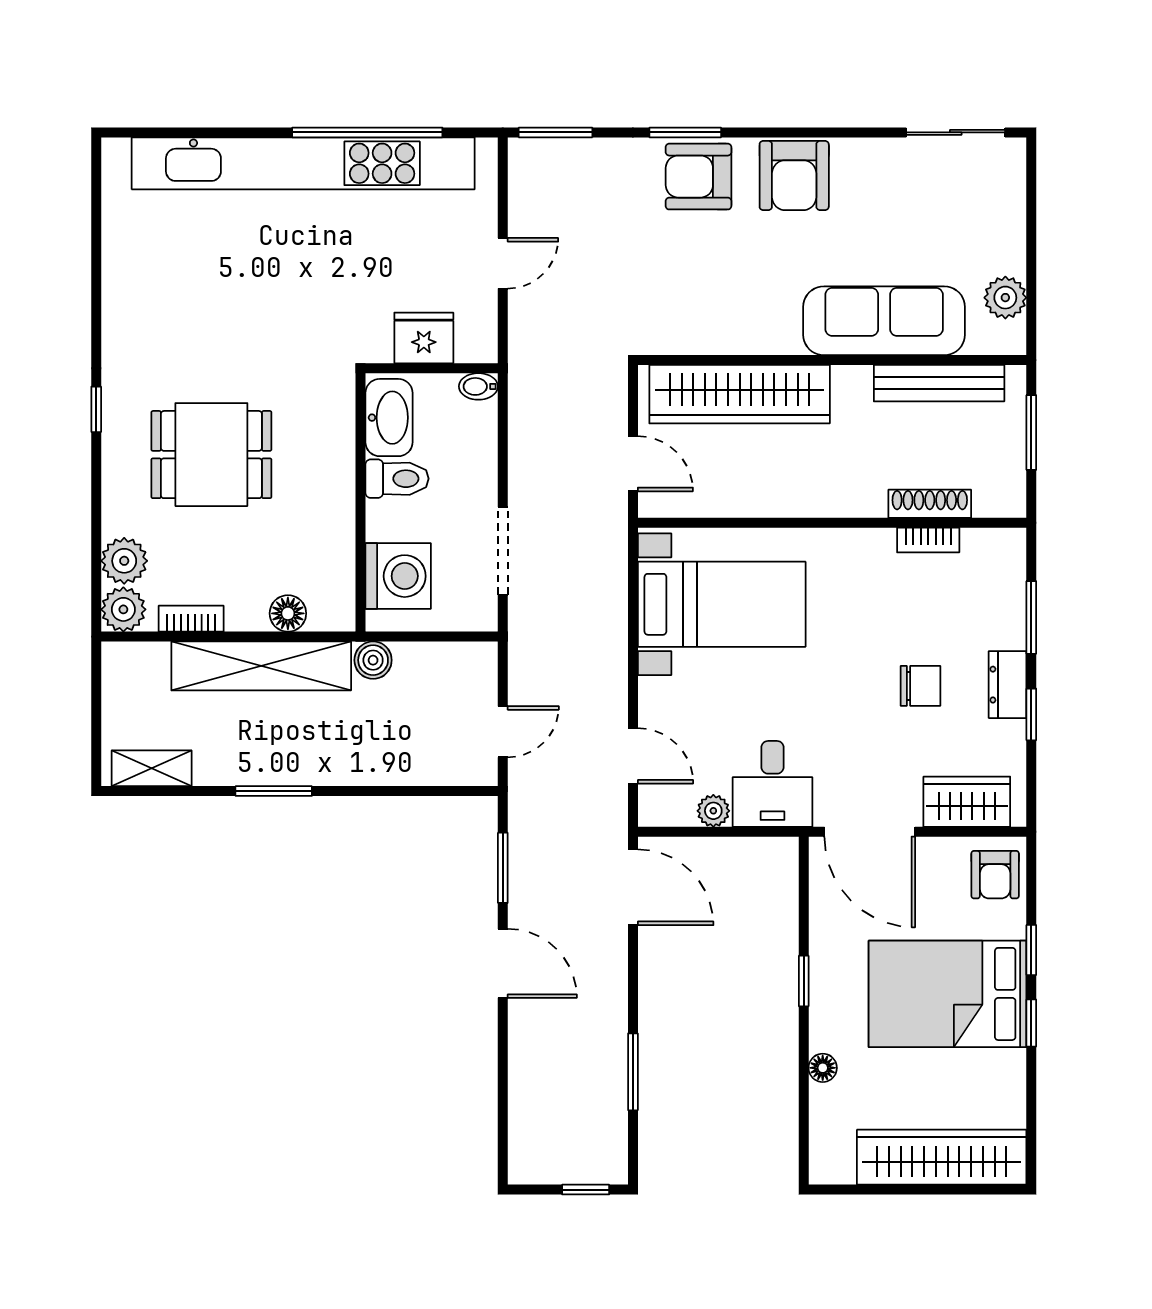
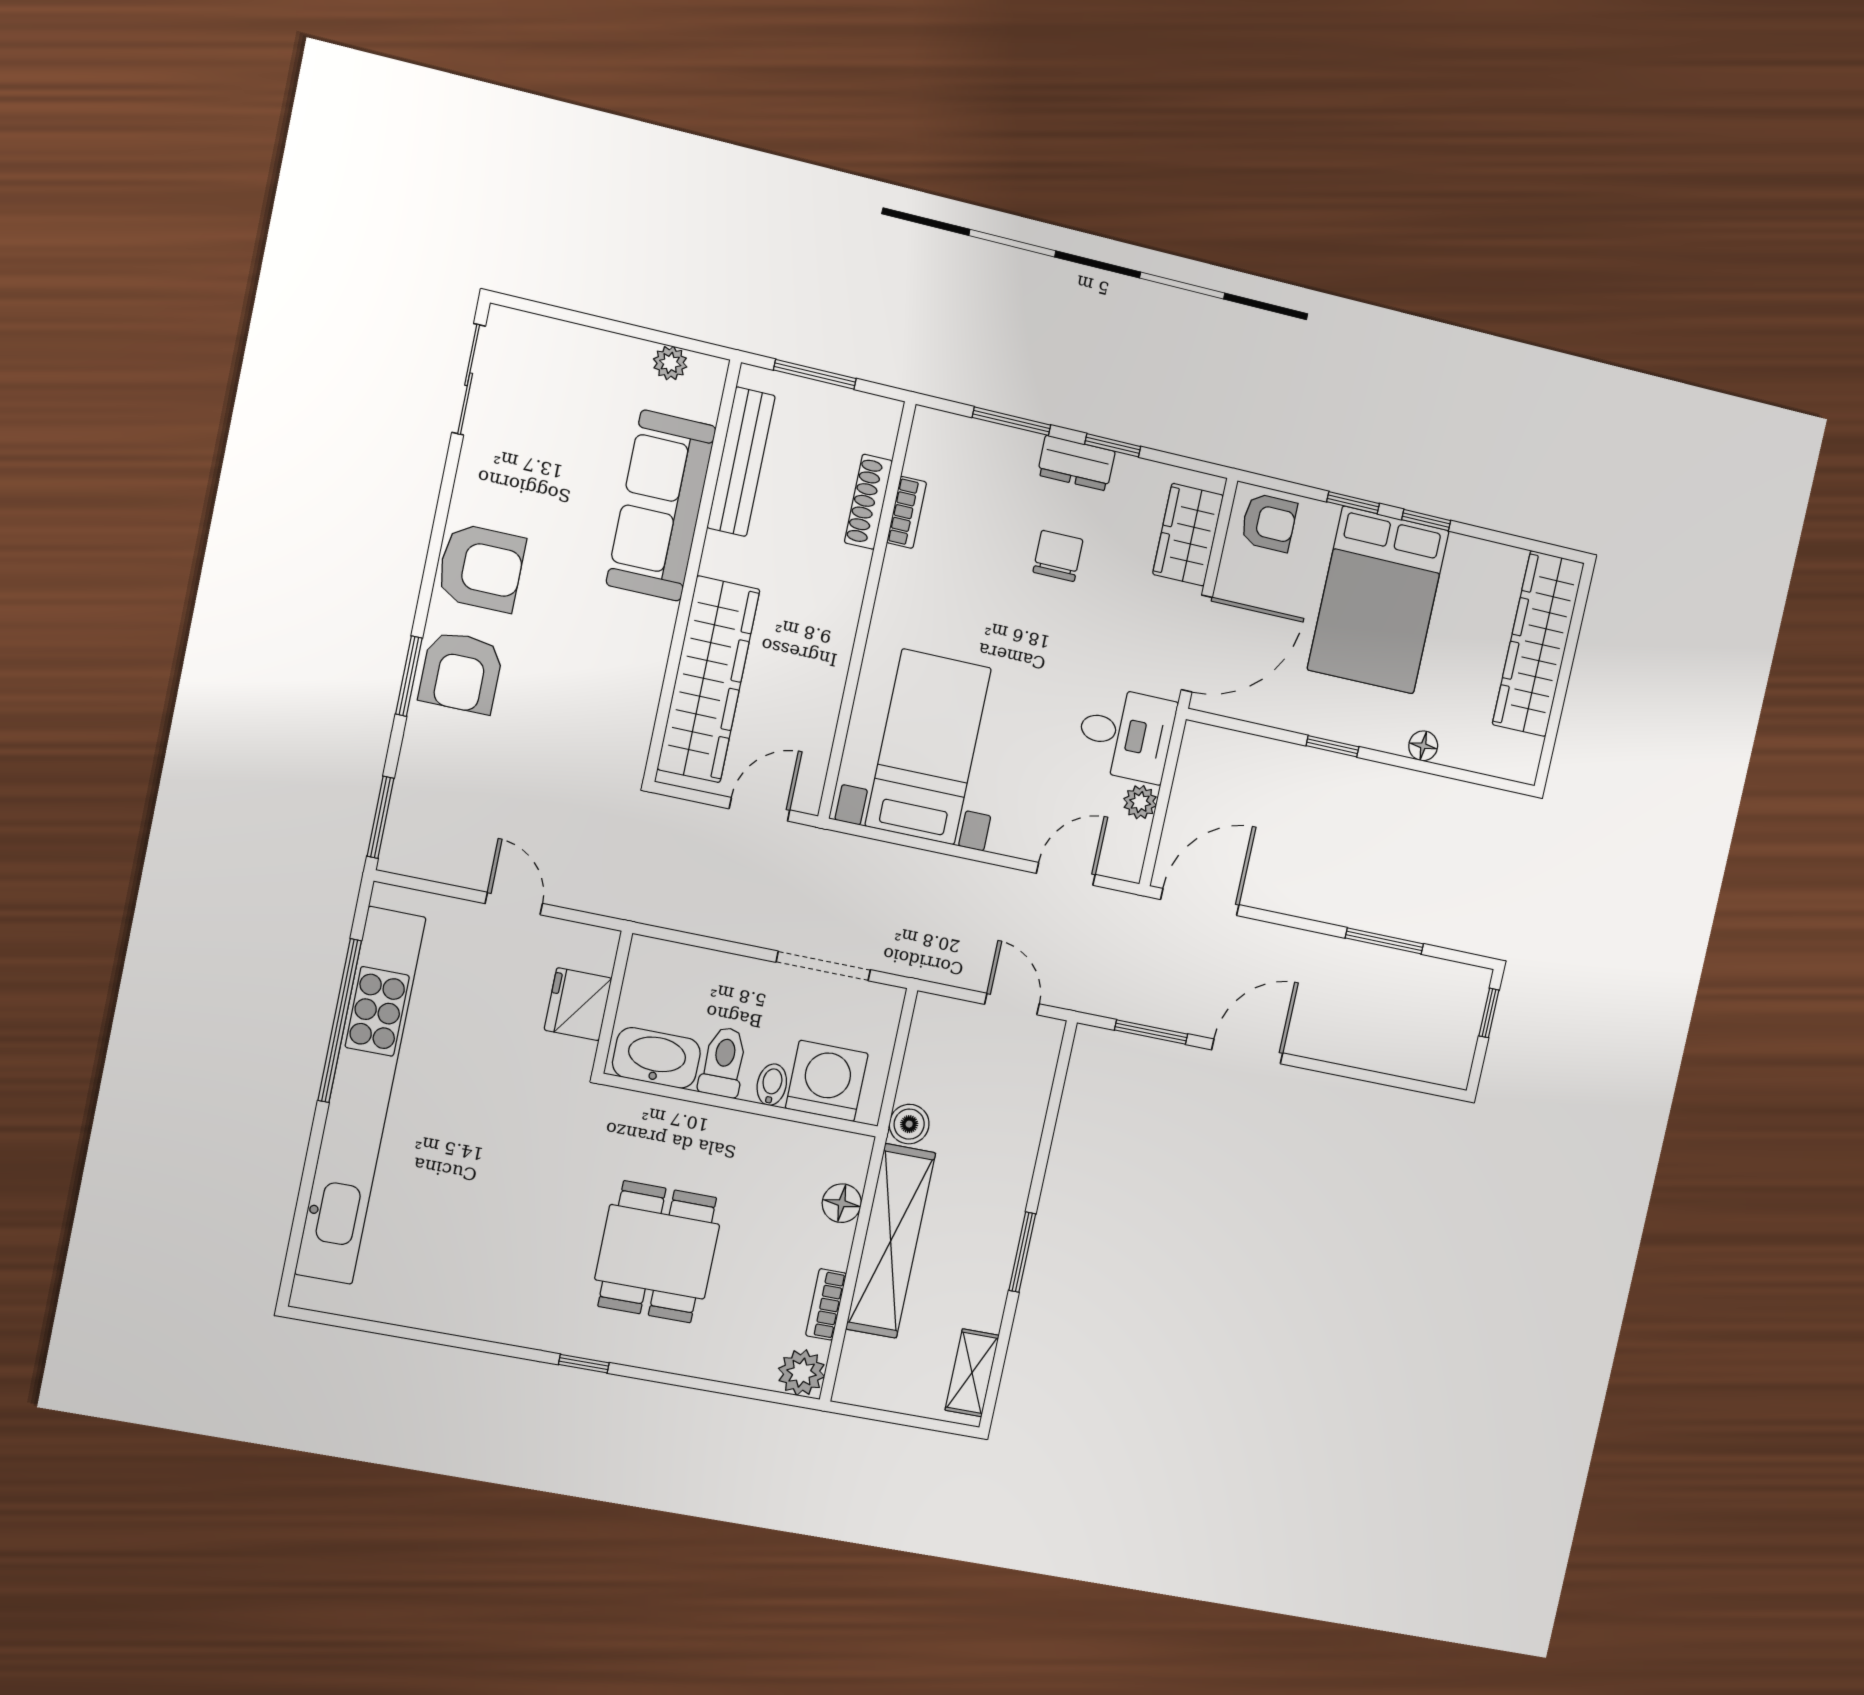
plant: (1005, 298) -> (670, 363), width x0.73, depth x0.73
bidet: (478, 386) -> (772, 1085), moved, turned 180
plant: (124, 561) -> (751, 1363), removed

